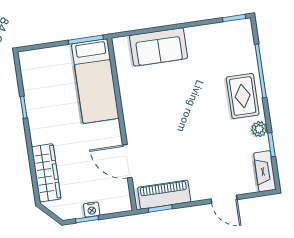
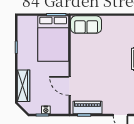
sofa: (159, 47) -> (86, 25), moved
bed: (95, 81) -> (53, 39), width x1.50

